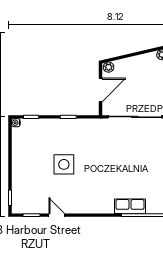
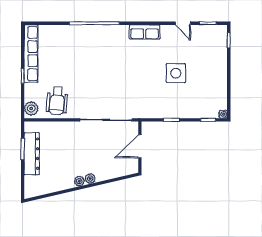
plant: (109, 67) -> (90, 179), moved
row of seats: (130, 206) -> (145, 32), moved

